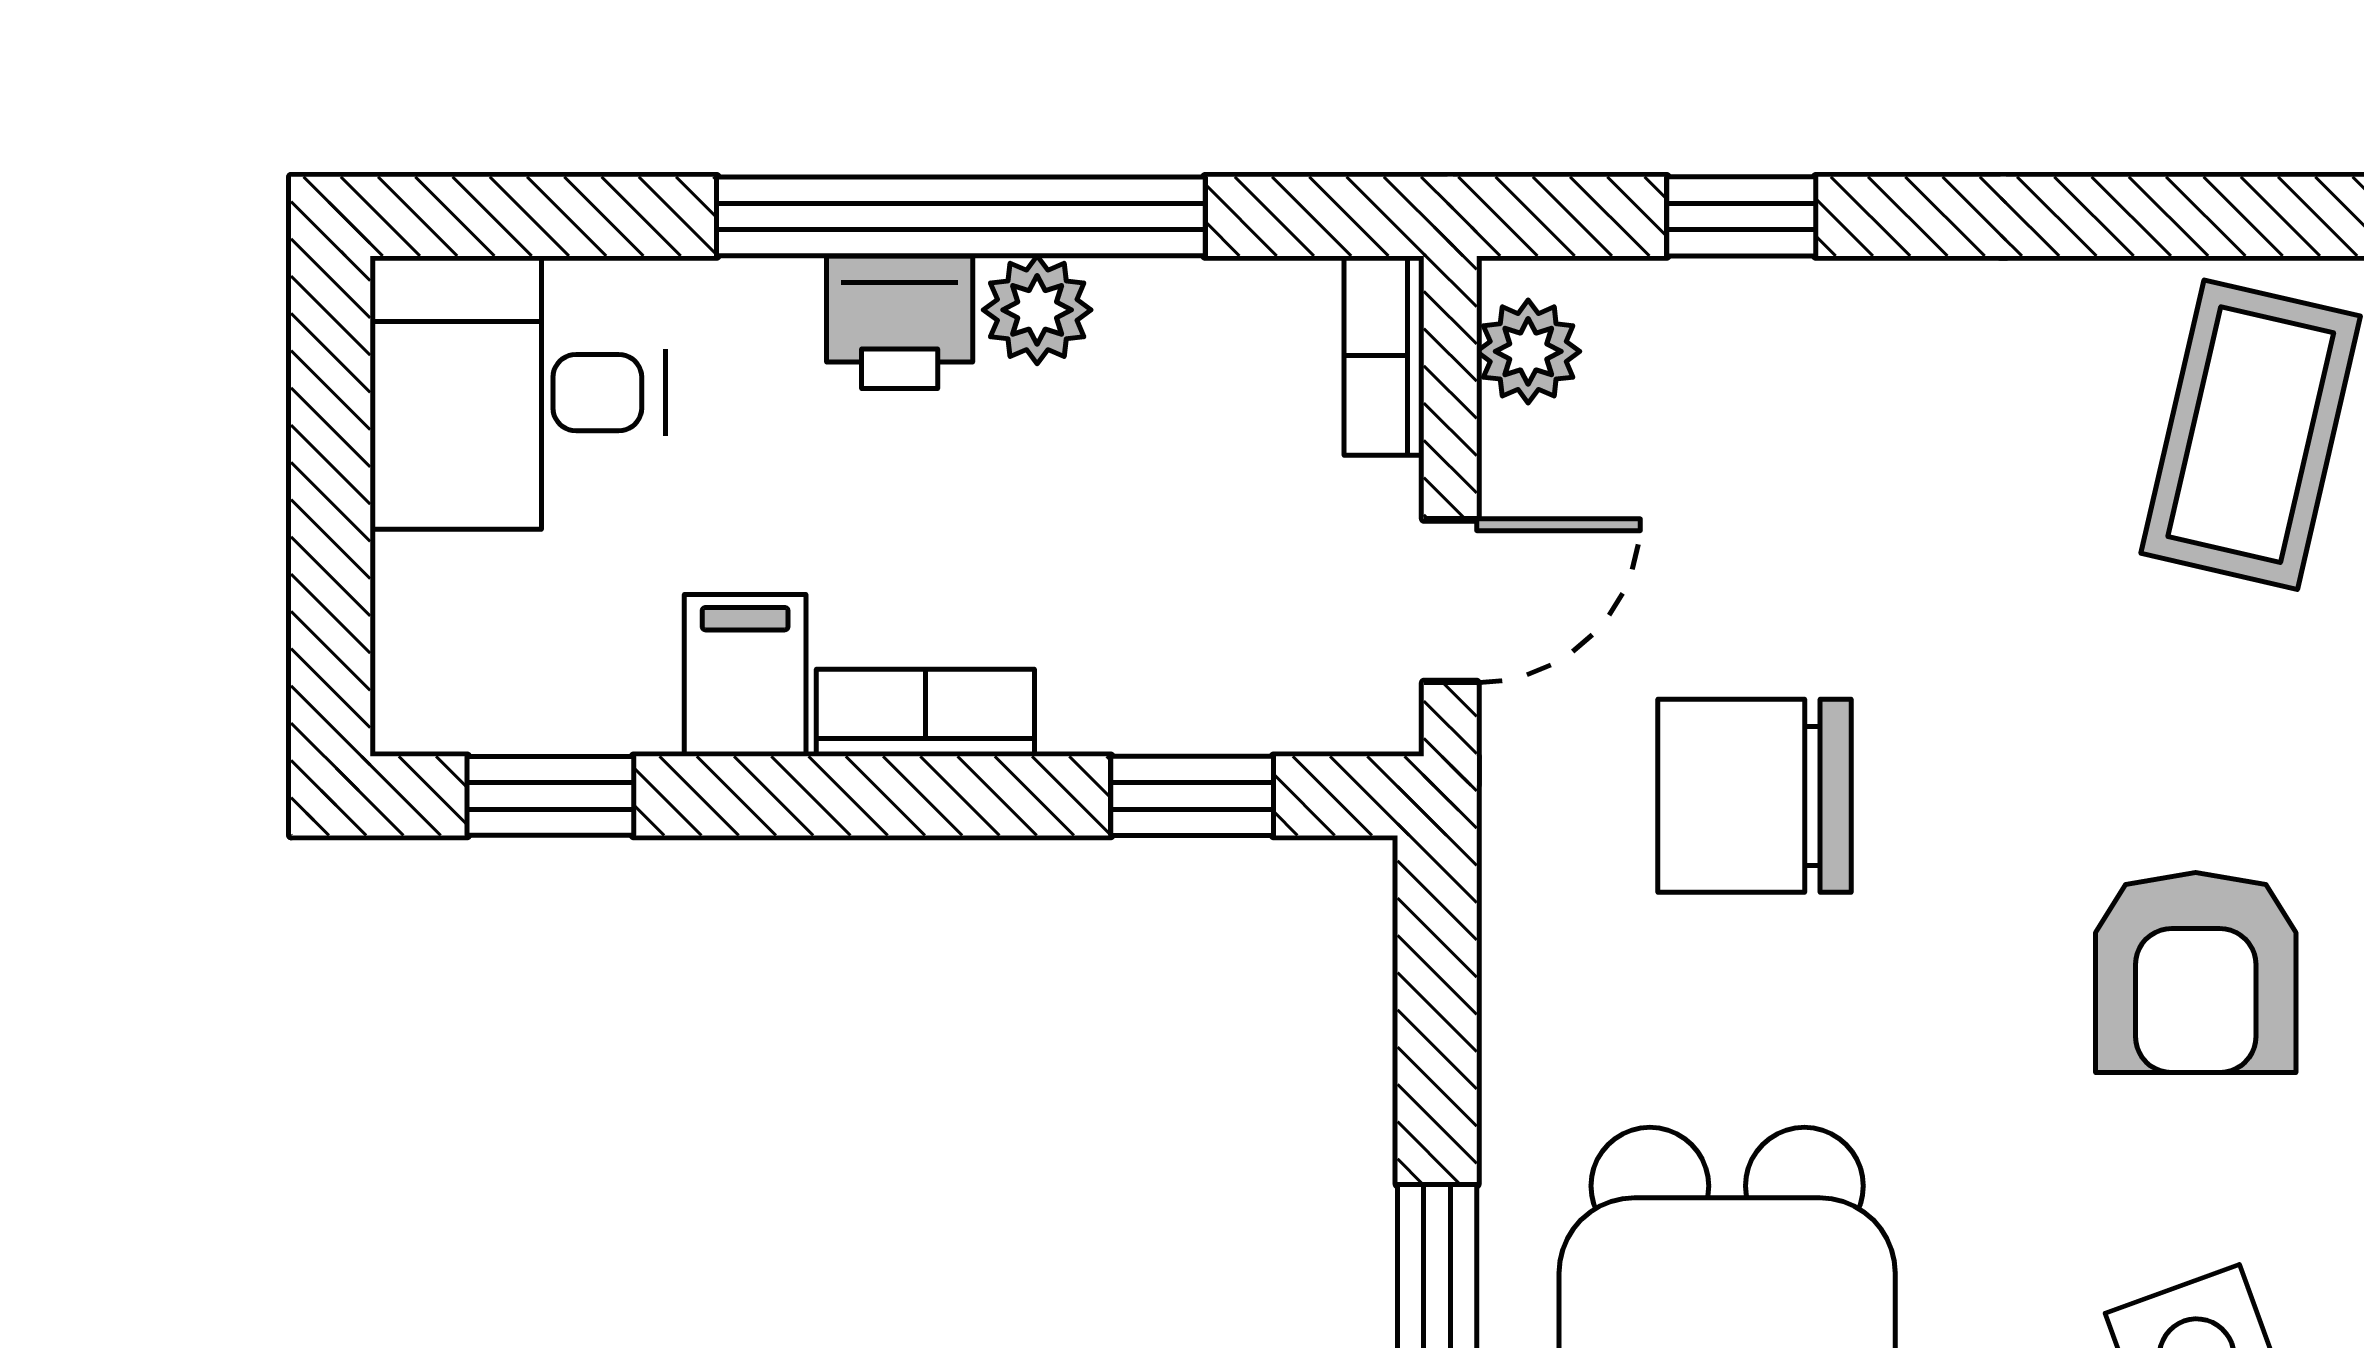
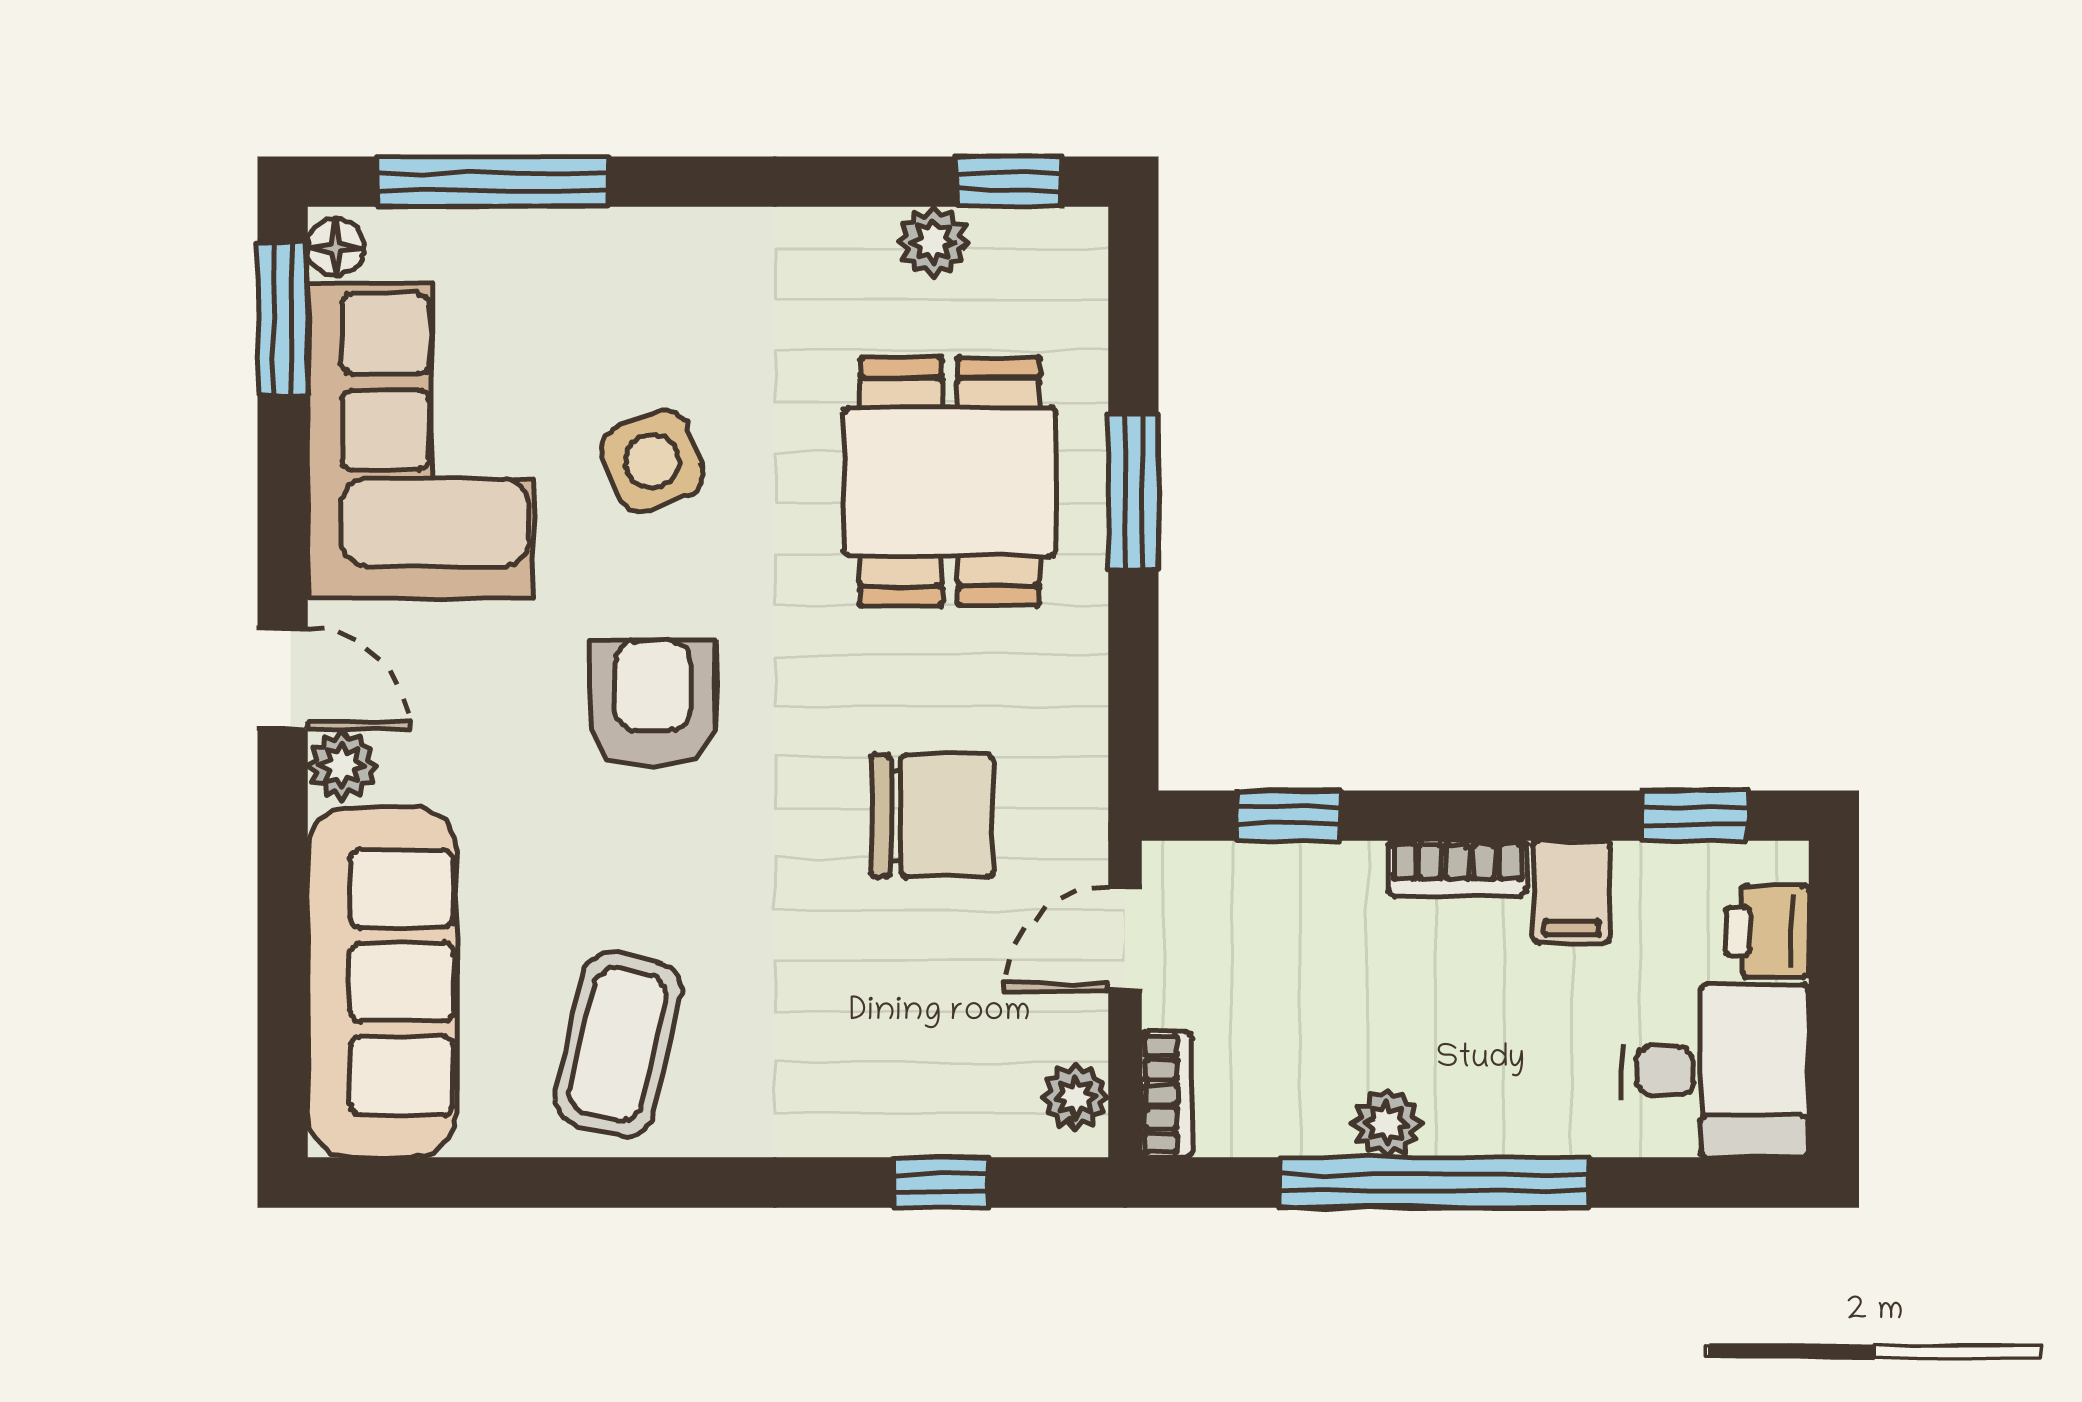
printer: (900, 322) -> (1767, 931), moved, turned -90

